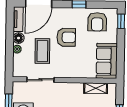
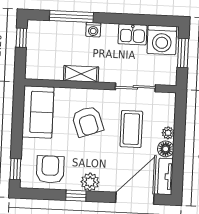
plant: (70, 14) -> (90, 182), added
armchair: (66, 37) -> (88, 121), moved, turned -110
shelving: (96, 88) -> (81, 74), moved

